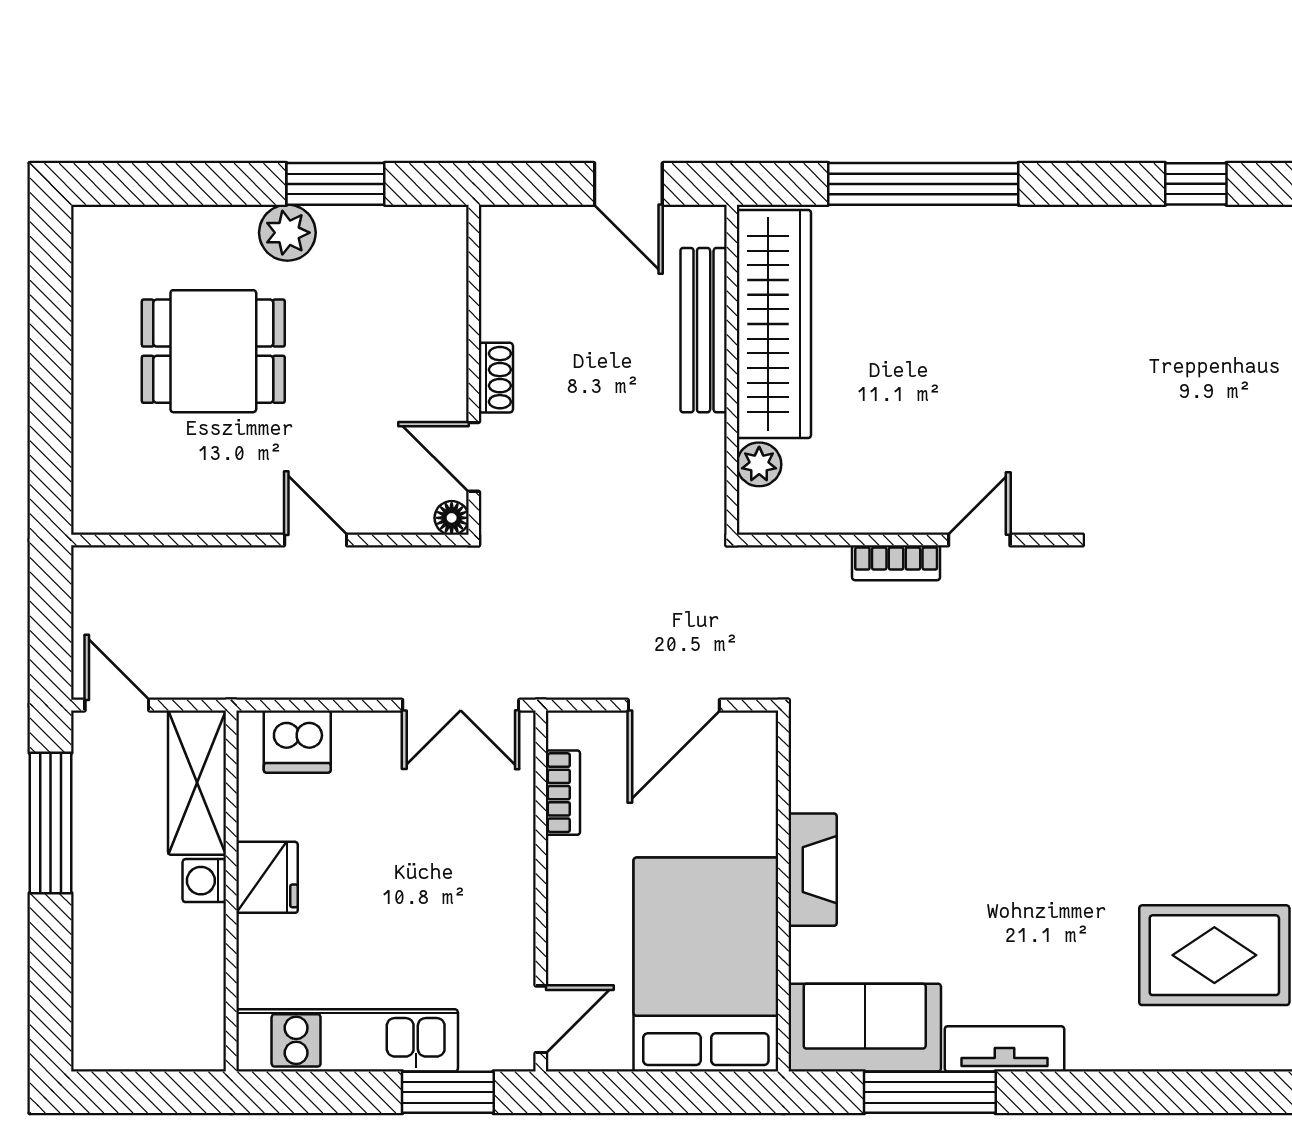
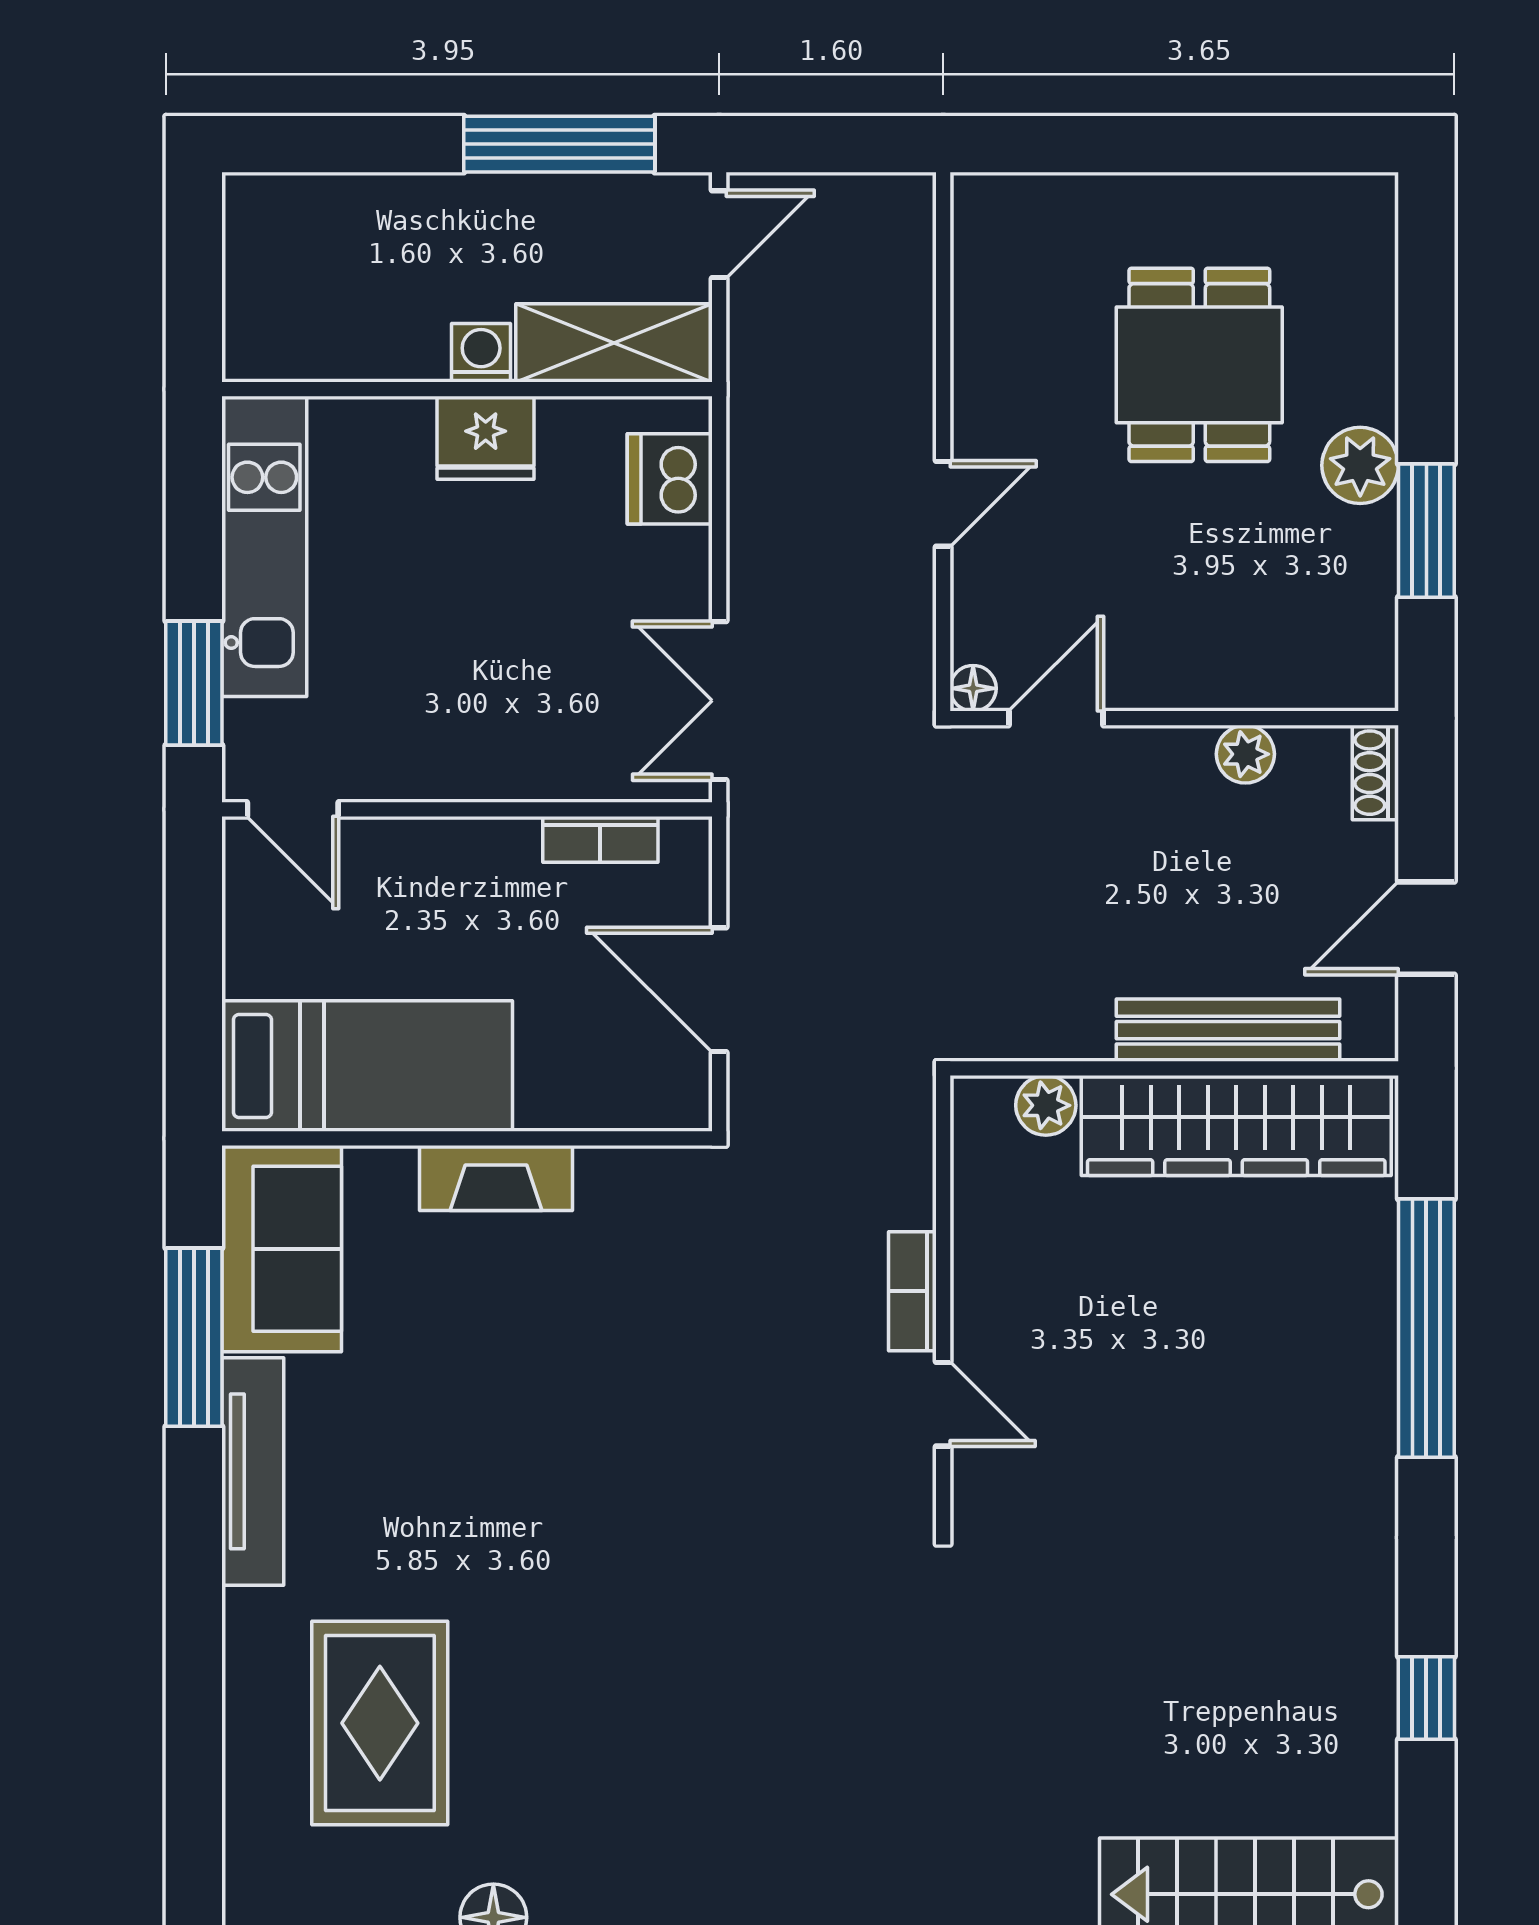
plant: (500, 317) -> (1245, 754), added
shoe rack: (496, 378) -> (1375, 773), moved, turned 90
bed: (706, 965) -> (367, 1066), width x0.67
tv unit: (1004, 1049) -> (253, 1471), width x1.41

